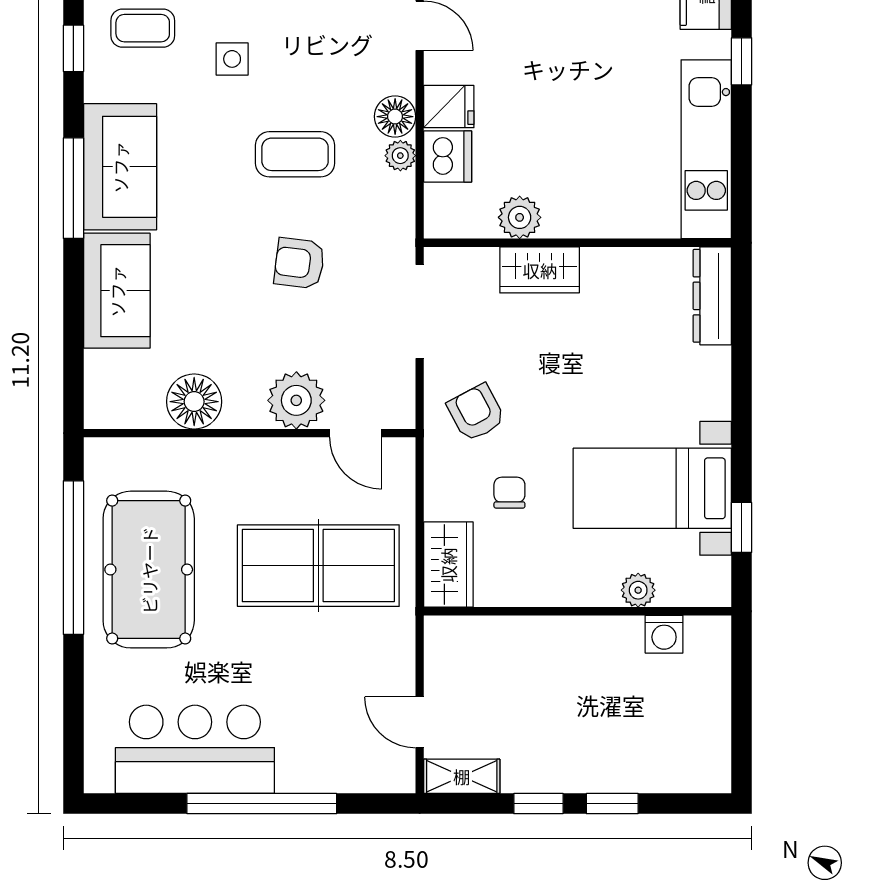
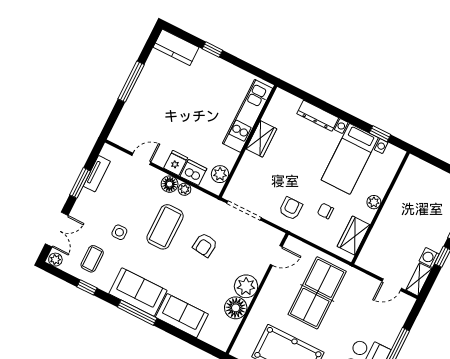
kitchen unit: (706, 149) -> (248, 116), moved, turned 90
coffee table: (295, 154) -> (165, 227), width x1.36, depth x1.32
plant: (520, 217) -> (220, 174), moved
wardrobe: (540, 270) -> (261, 139), moved
dresser: (712, 296) -> (318, 116), moved
plant: (296, 400) -> (246, 286), moved
armchair: (476, 413) -> (291, 208), turned 118
wardrobe: (448, 565) -> (354, 236), moved, turned -90
plant: (638, 590) -> (374, 202), moved
washing machine: (664, 634) -> (429, 257), moved, turned 180

